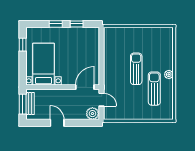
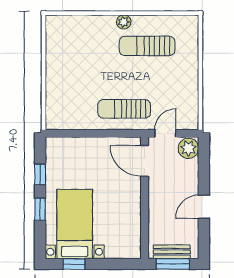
bed with nightstands: (44, 64) -> (75, 224), moved, turned 90
sun lounger: (136, 69) -> (124, 109), moved

